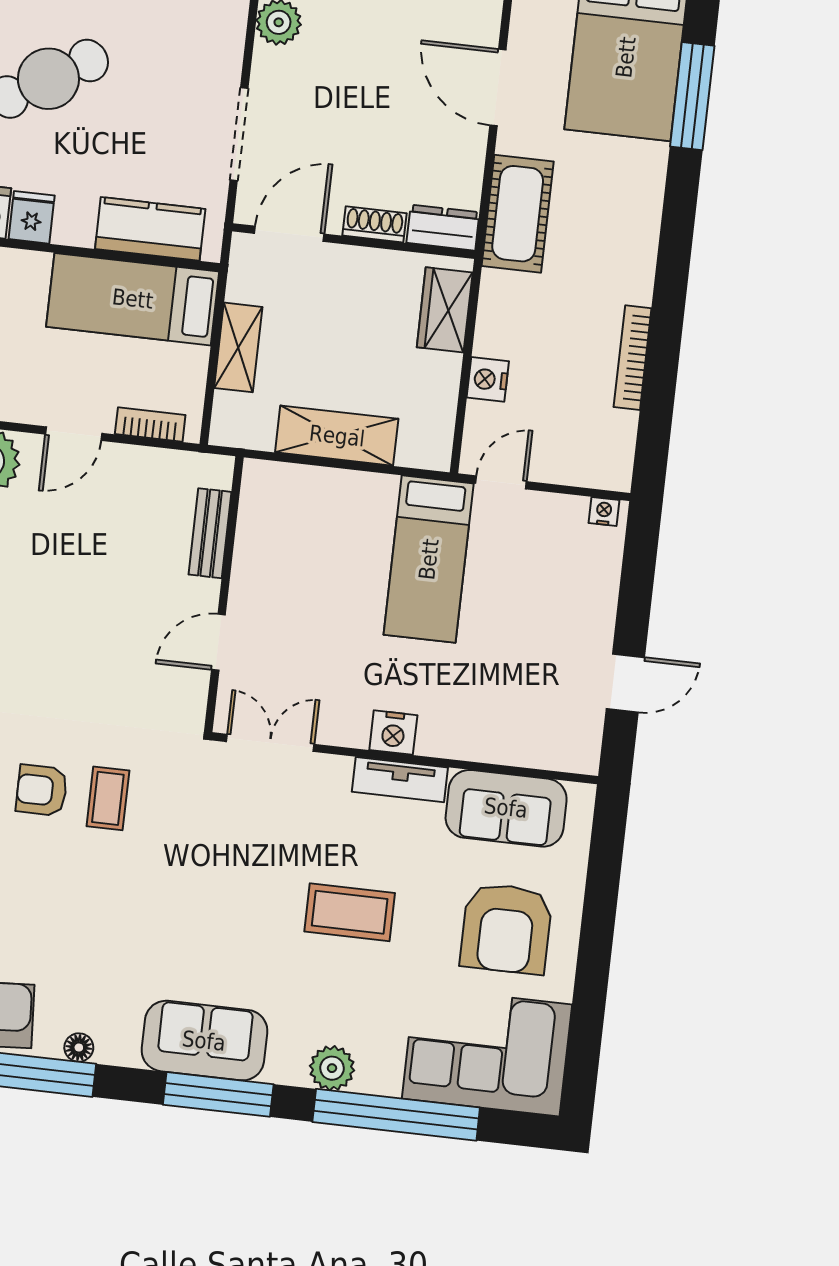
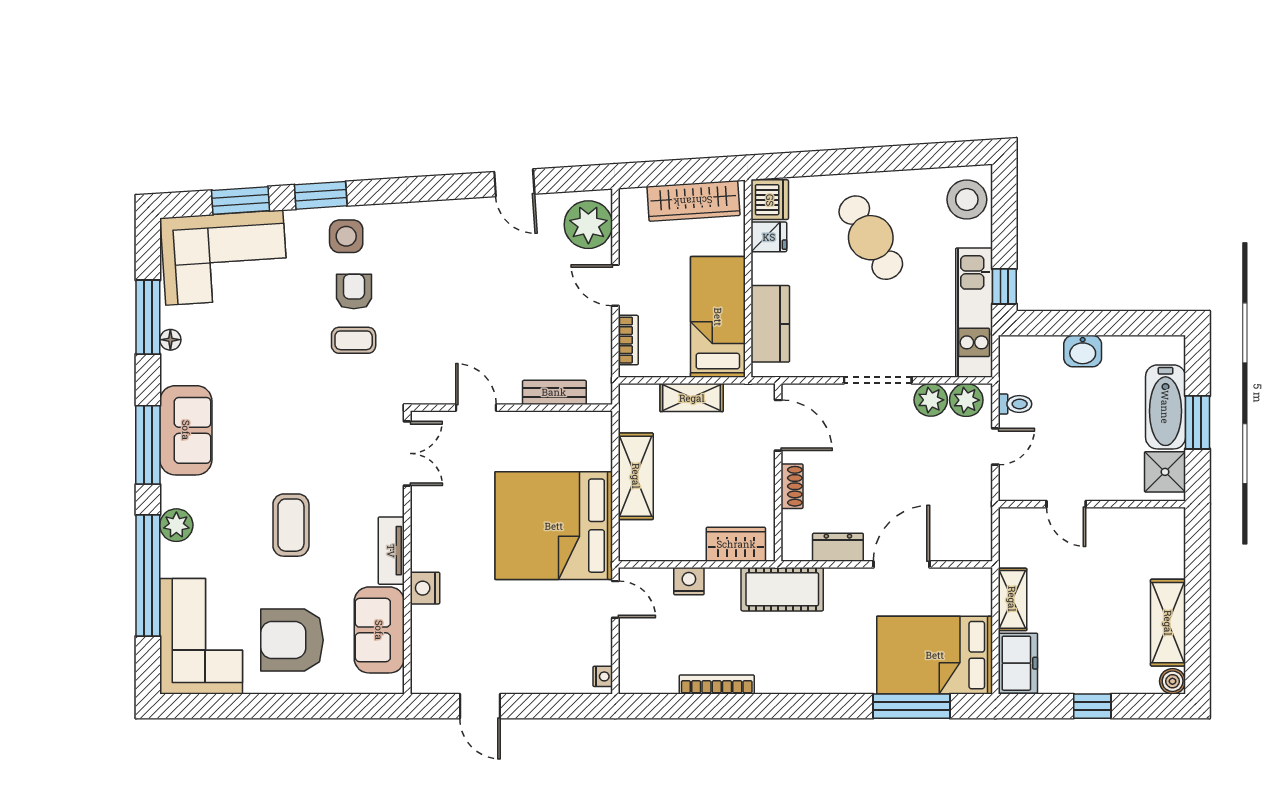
doorway: (239, 134) -> (878, 380), moved
cot: (518, 214) -> (782, 589), moved
dresser: (443, 228) -> (838, 547), moved, turned -90
bed: (429, 559) -> (554, 526), width x2.04
nightstand: (393, 733) -> (425, 588), moved

